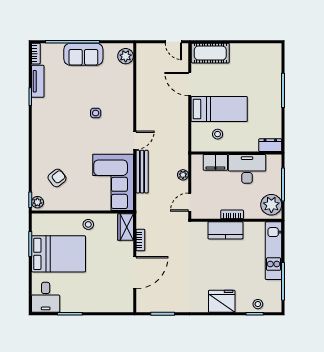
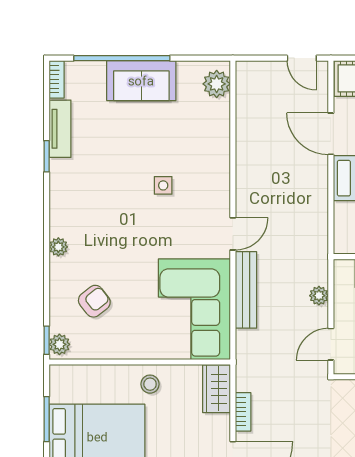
plant: (37, 147) -> (58, 247), added

